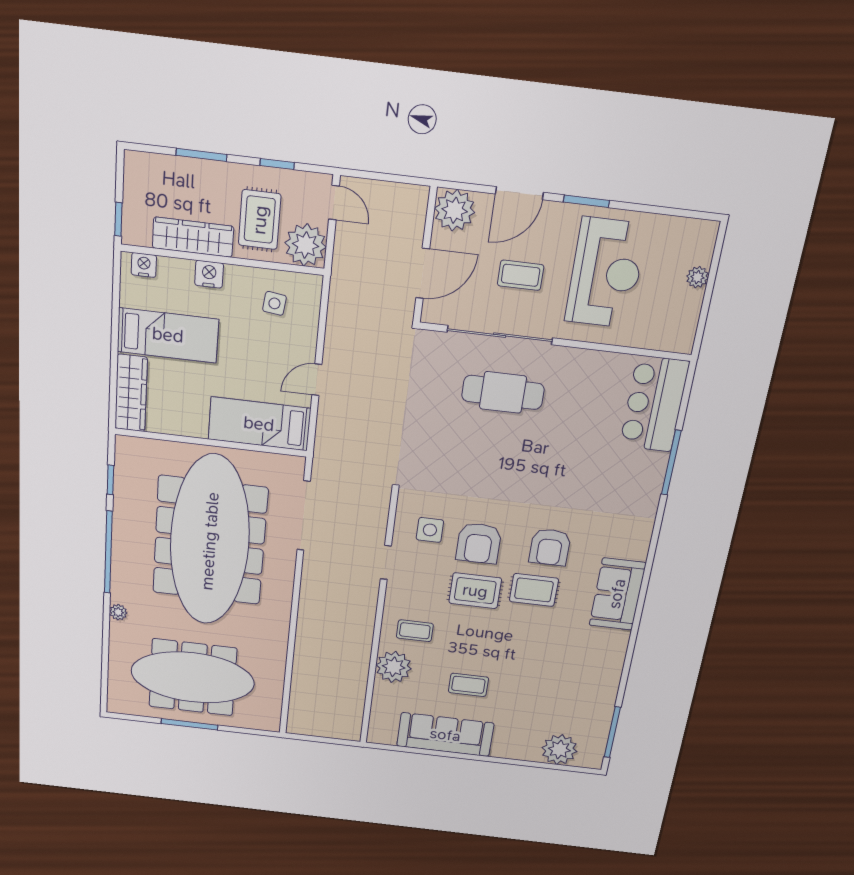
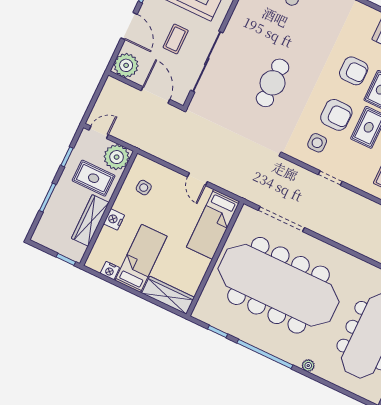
nightstand: (144, 265) -> (110, 271), moved, turned -90
cafe table: (503, 392) -> (273, 83), moved

